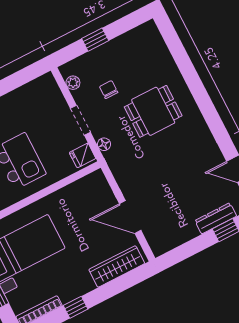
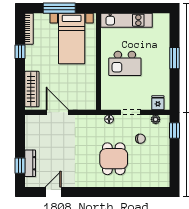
window: (95, 40) -> (175, 130), moved
fridge: (83, 155) -> (158, 103), moved
door: (130, 217) -> (57, 112), hinge flipped

